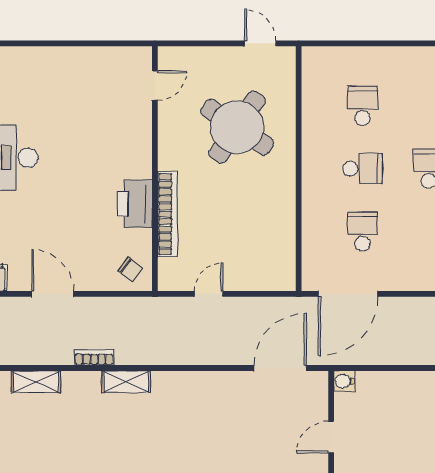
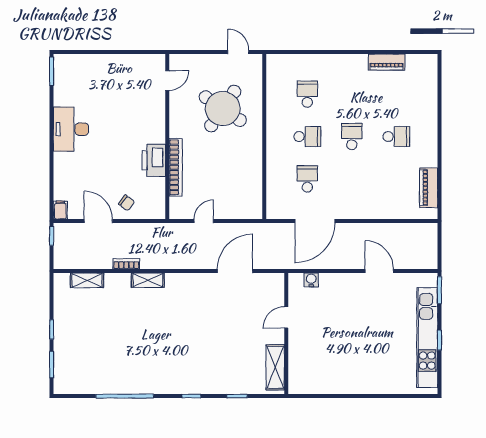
chair: (130, 269) -> (126, 203), moved
door: (348, 294) -> (315, 221), moved
door: (280, 368) -> (235, 271), moved
water cooler: (344, 381) -> (311, 280), moved, turned 90

